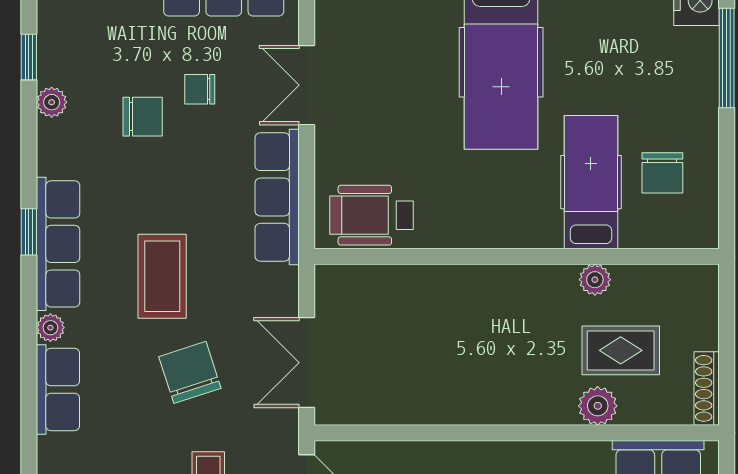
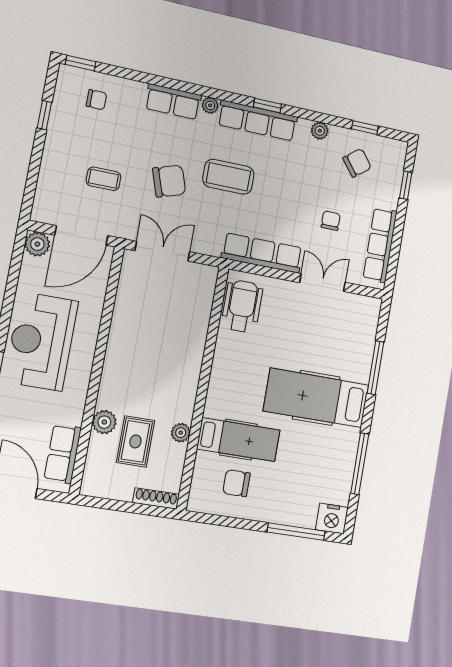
plant: (52, 102) -> (320, 131), moved
chair: (143, 117) -> (357, 163), moved, turned -128
shoe rack: (707, 388) -> (156, 498), moved

